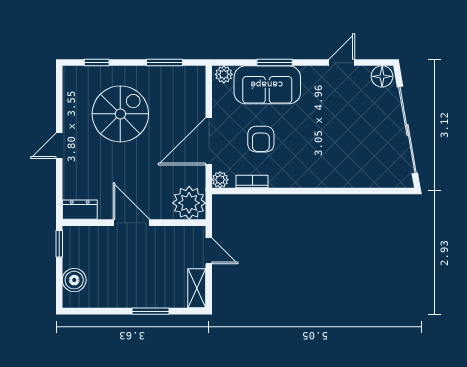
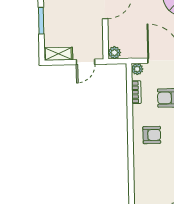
armchair: (312, 161) -> (152, 135), added
plant: (189, 203) -> (114, 53), width x0.53, depth x0.53

